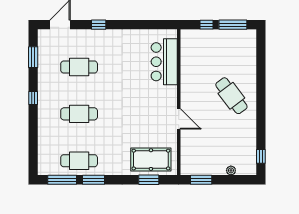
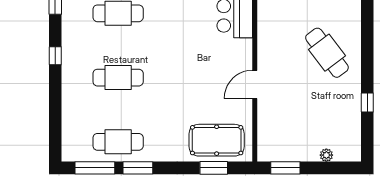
door: (179, 119) -> (255, 84), swing flipped
window: (261, 156) -> (367, 102), moved

